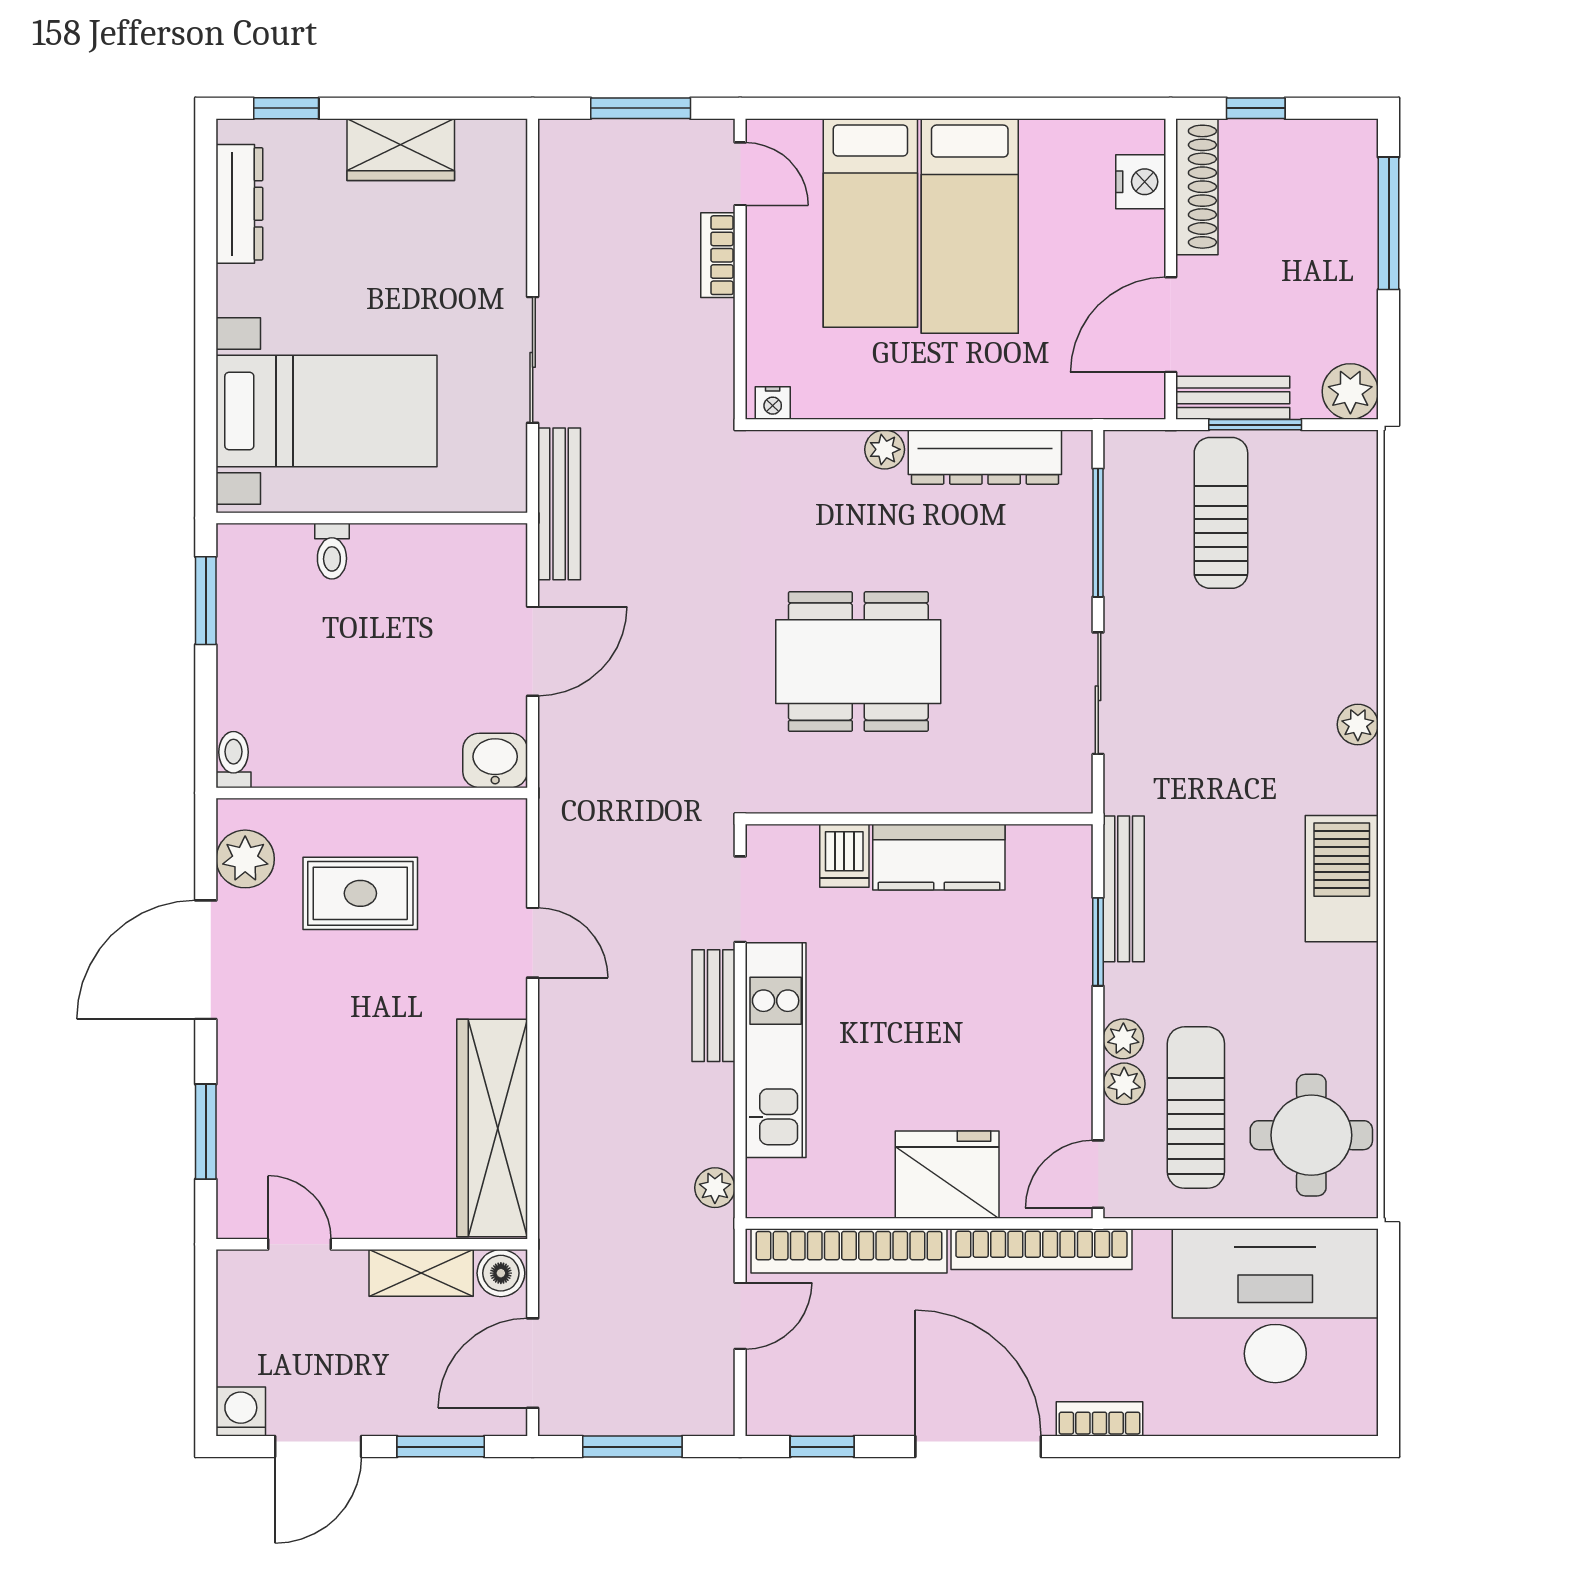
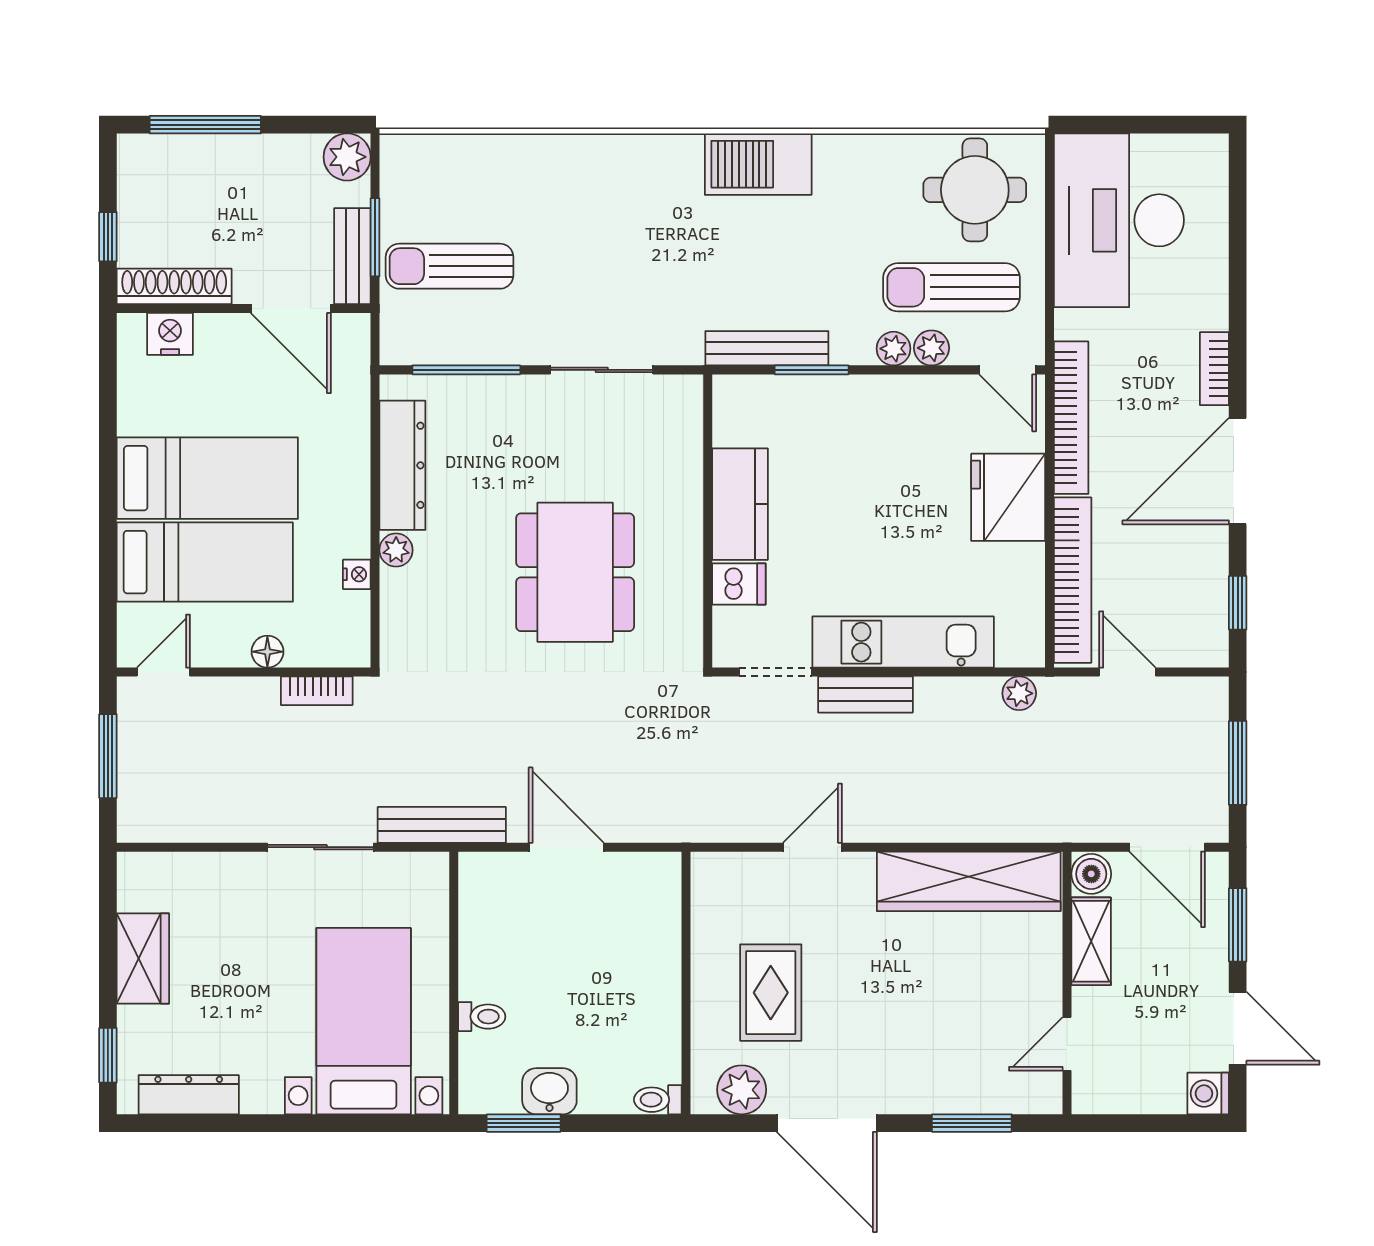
bookcase: (718, 255) -> (317, 691), moved
floor lamp: (764, 297) -> (267, 652), added
nightstand: (773, 403) -> (357, 574), moved
plant: (1358, 724) -> (628, 151), removed
washbasin: (495, 760) -> (549, 1091), moved, turned 90

